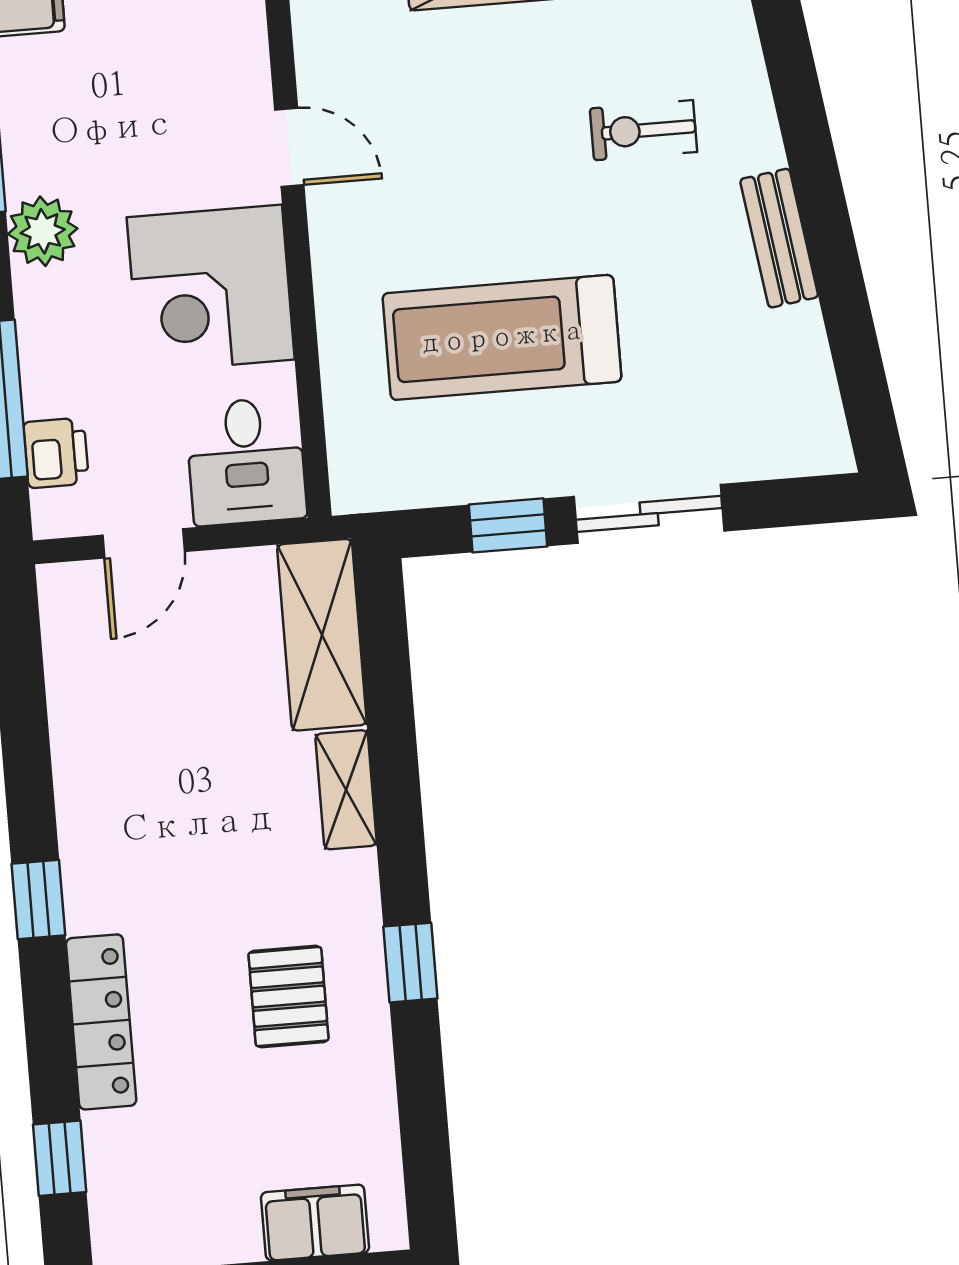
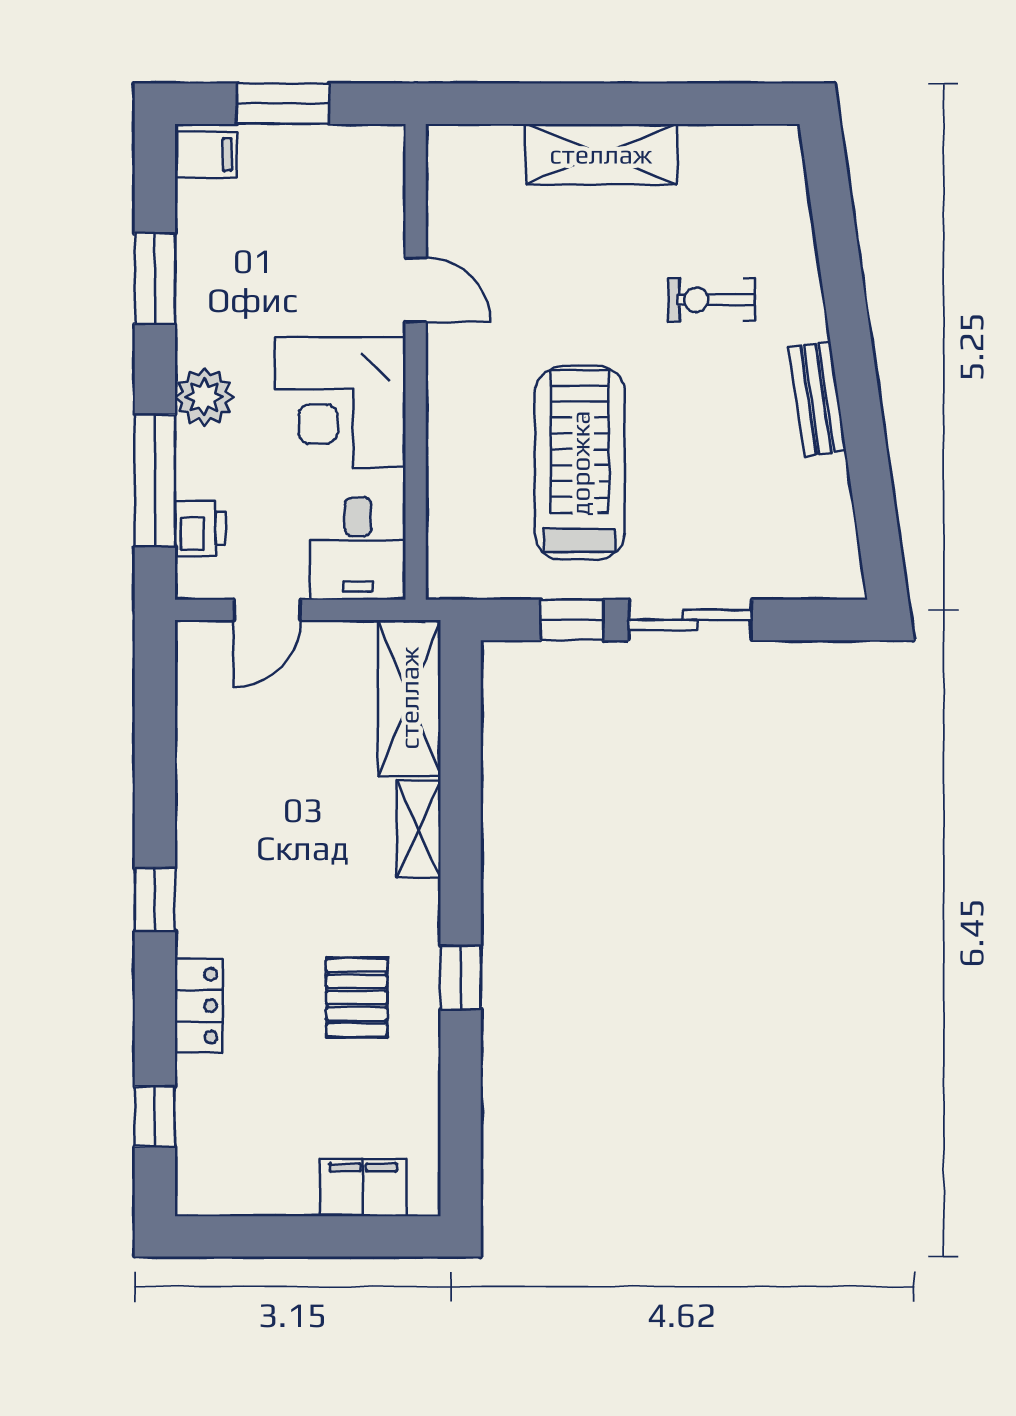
plant: (43, 231) -> (204, 397), moved
treadmill: (502, 337) -> (580, 463), turned 90
locker: (101, 1022) -> (199, 1006), width x0.66

